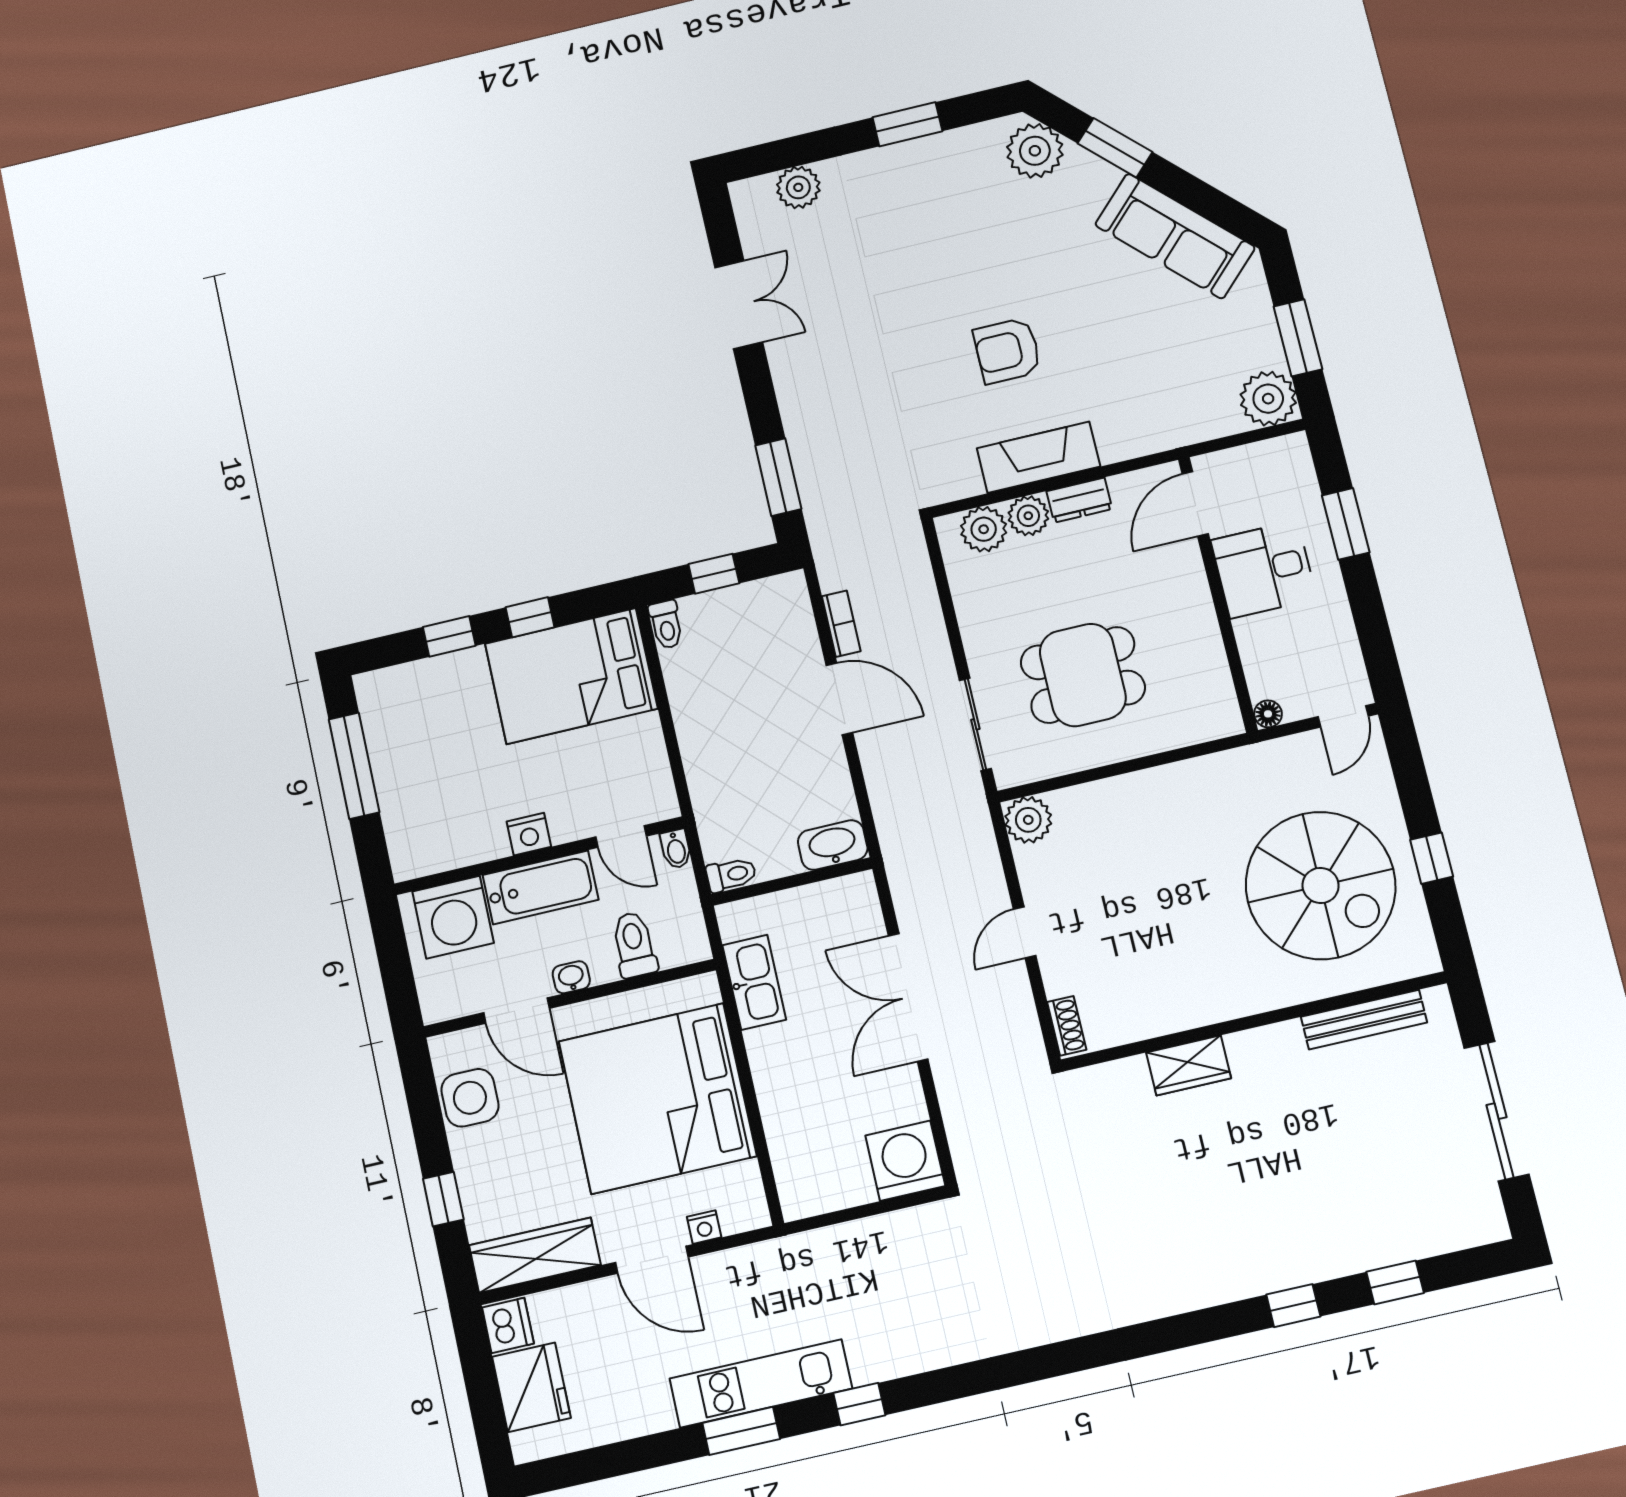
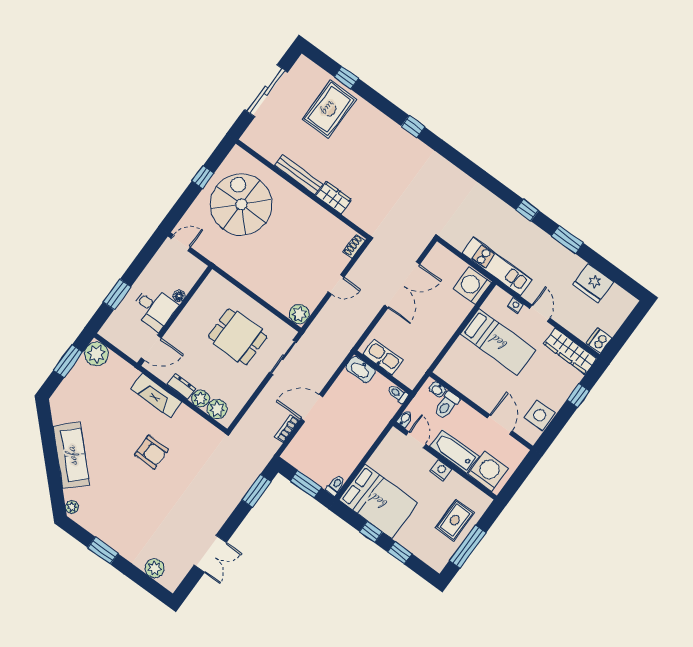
window: (1115, 148) -> (54, 475), removed
plant: (1035, 151) -> (72, 507), width x0.53, depth x0.53
sofa: (1175, 236) -> (71, 455), moved
double door: (739, 305) -> (210, 554), swing flipped
fireplace: (1038, 457) -> (156, 395), moved
window: (714, 574) -> (306, 484), width x1.50
door: (839, 699) -> (312, 408), hinge flipped
floor lamp: (1268, 714) -> (179, 296), moved
rug: (420, 783) -> (455, 520), added
washbasin: (571, 977) -> (437, 389), moved
kitchen sink: (754, 982) -> (383, 357), moved, turned 90
double door: (908, 997) -> (402, 285), moved
bench: (1364, 1020) -> (299, 175), moved
bed: (657, 1099) -> (498, 342), width x0.49
washing machine: (905, 1161) -> (472, 286), moved, turned 90
rug: (1361, 1199) -> (329, 109), added
door: (652, 1260) -> (540, 313), width x0.73
window: (1293, 1306) -> (413, 126), moved
kitchen unit: (761, 1383) -> (497, 266), moved, turned 180
fridge: (531, 1387) -> (593, 283), moved, turned -90

